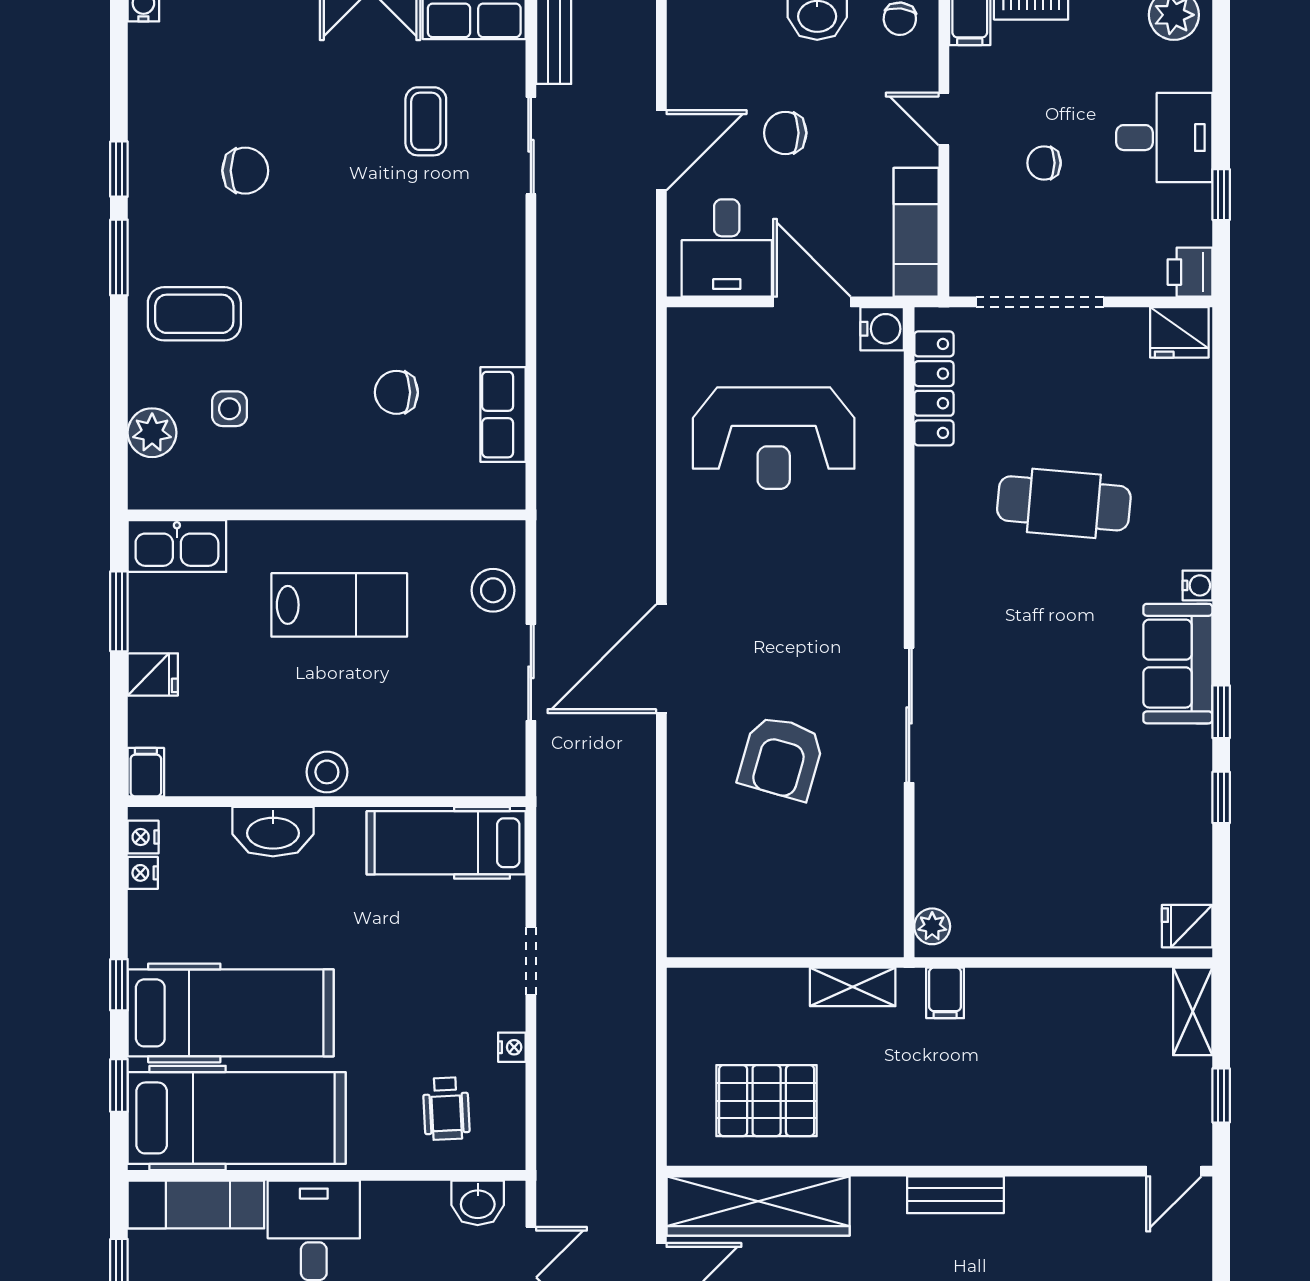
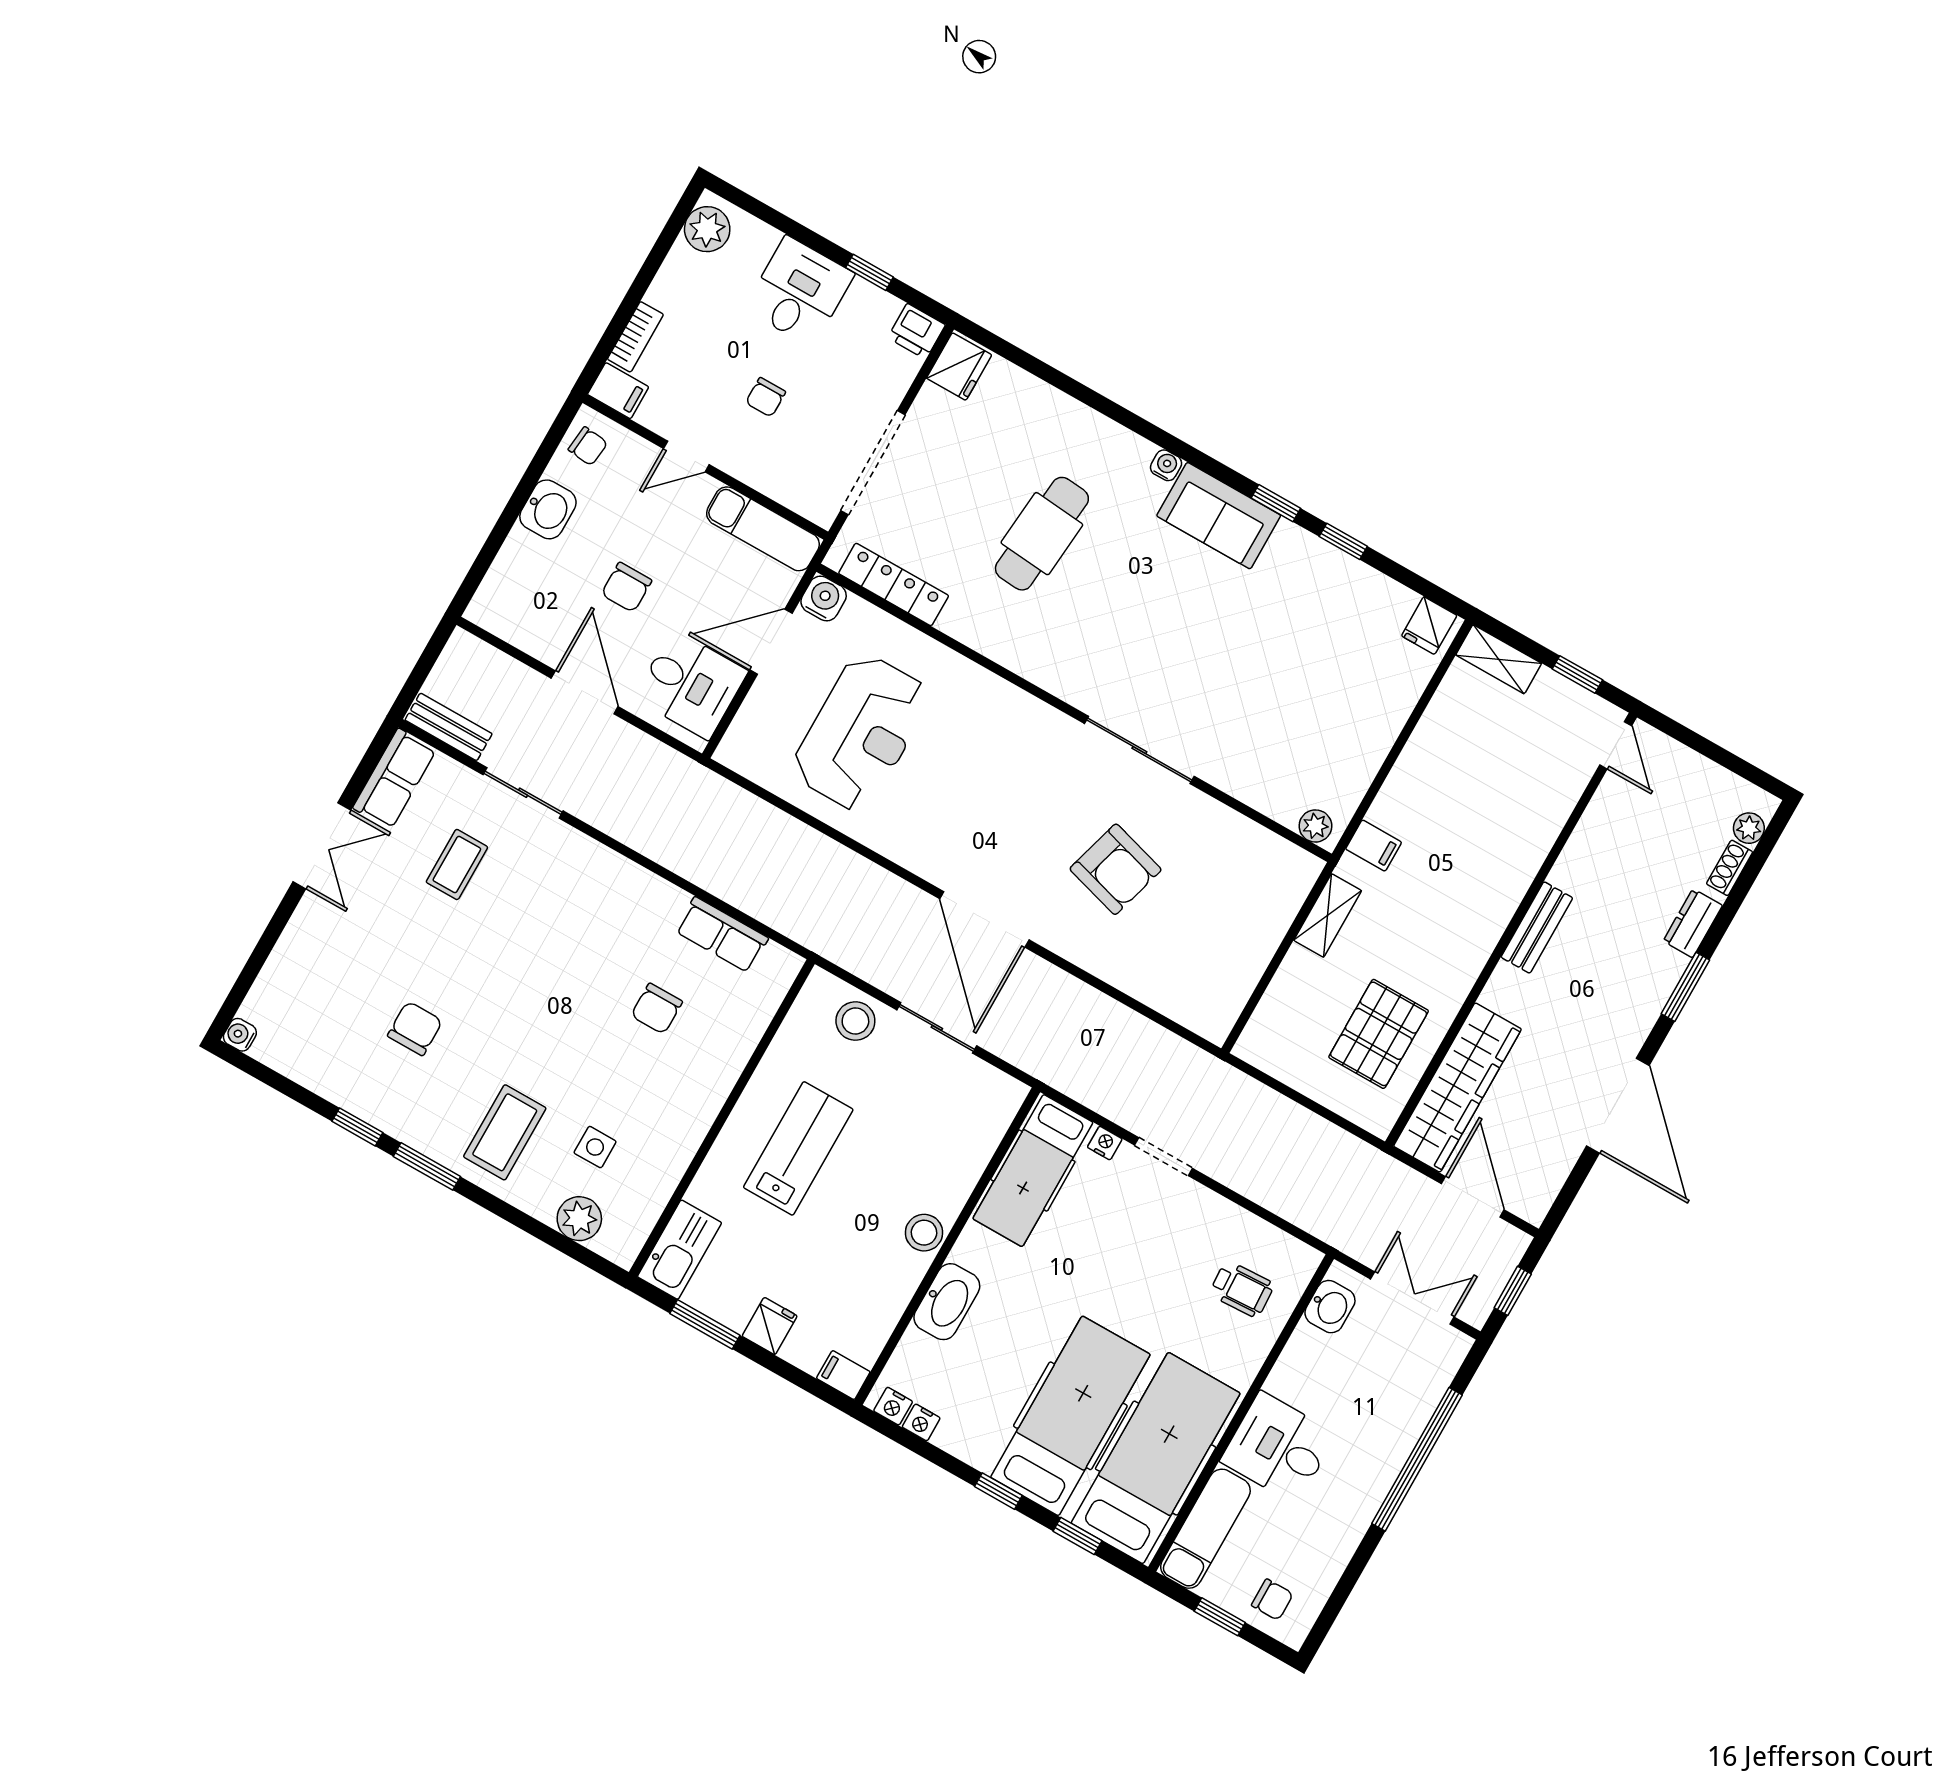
coffee table: (426, 121) -> (457, 864), turned 90
nightstand: (512, 1047) -> (1105, 1143), moved

